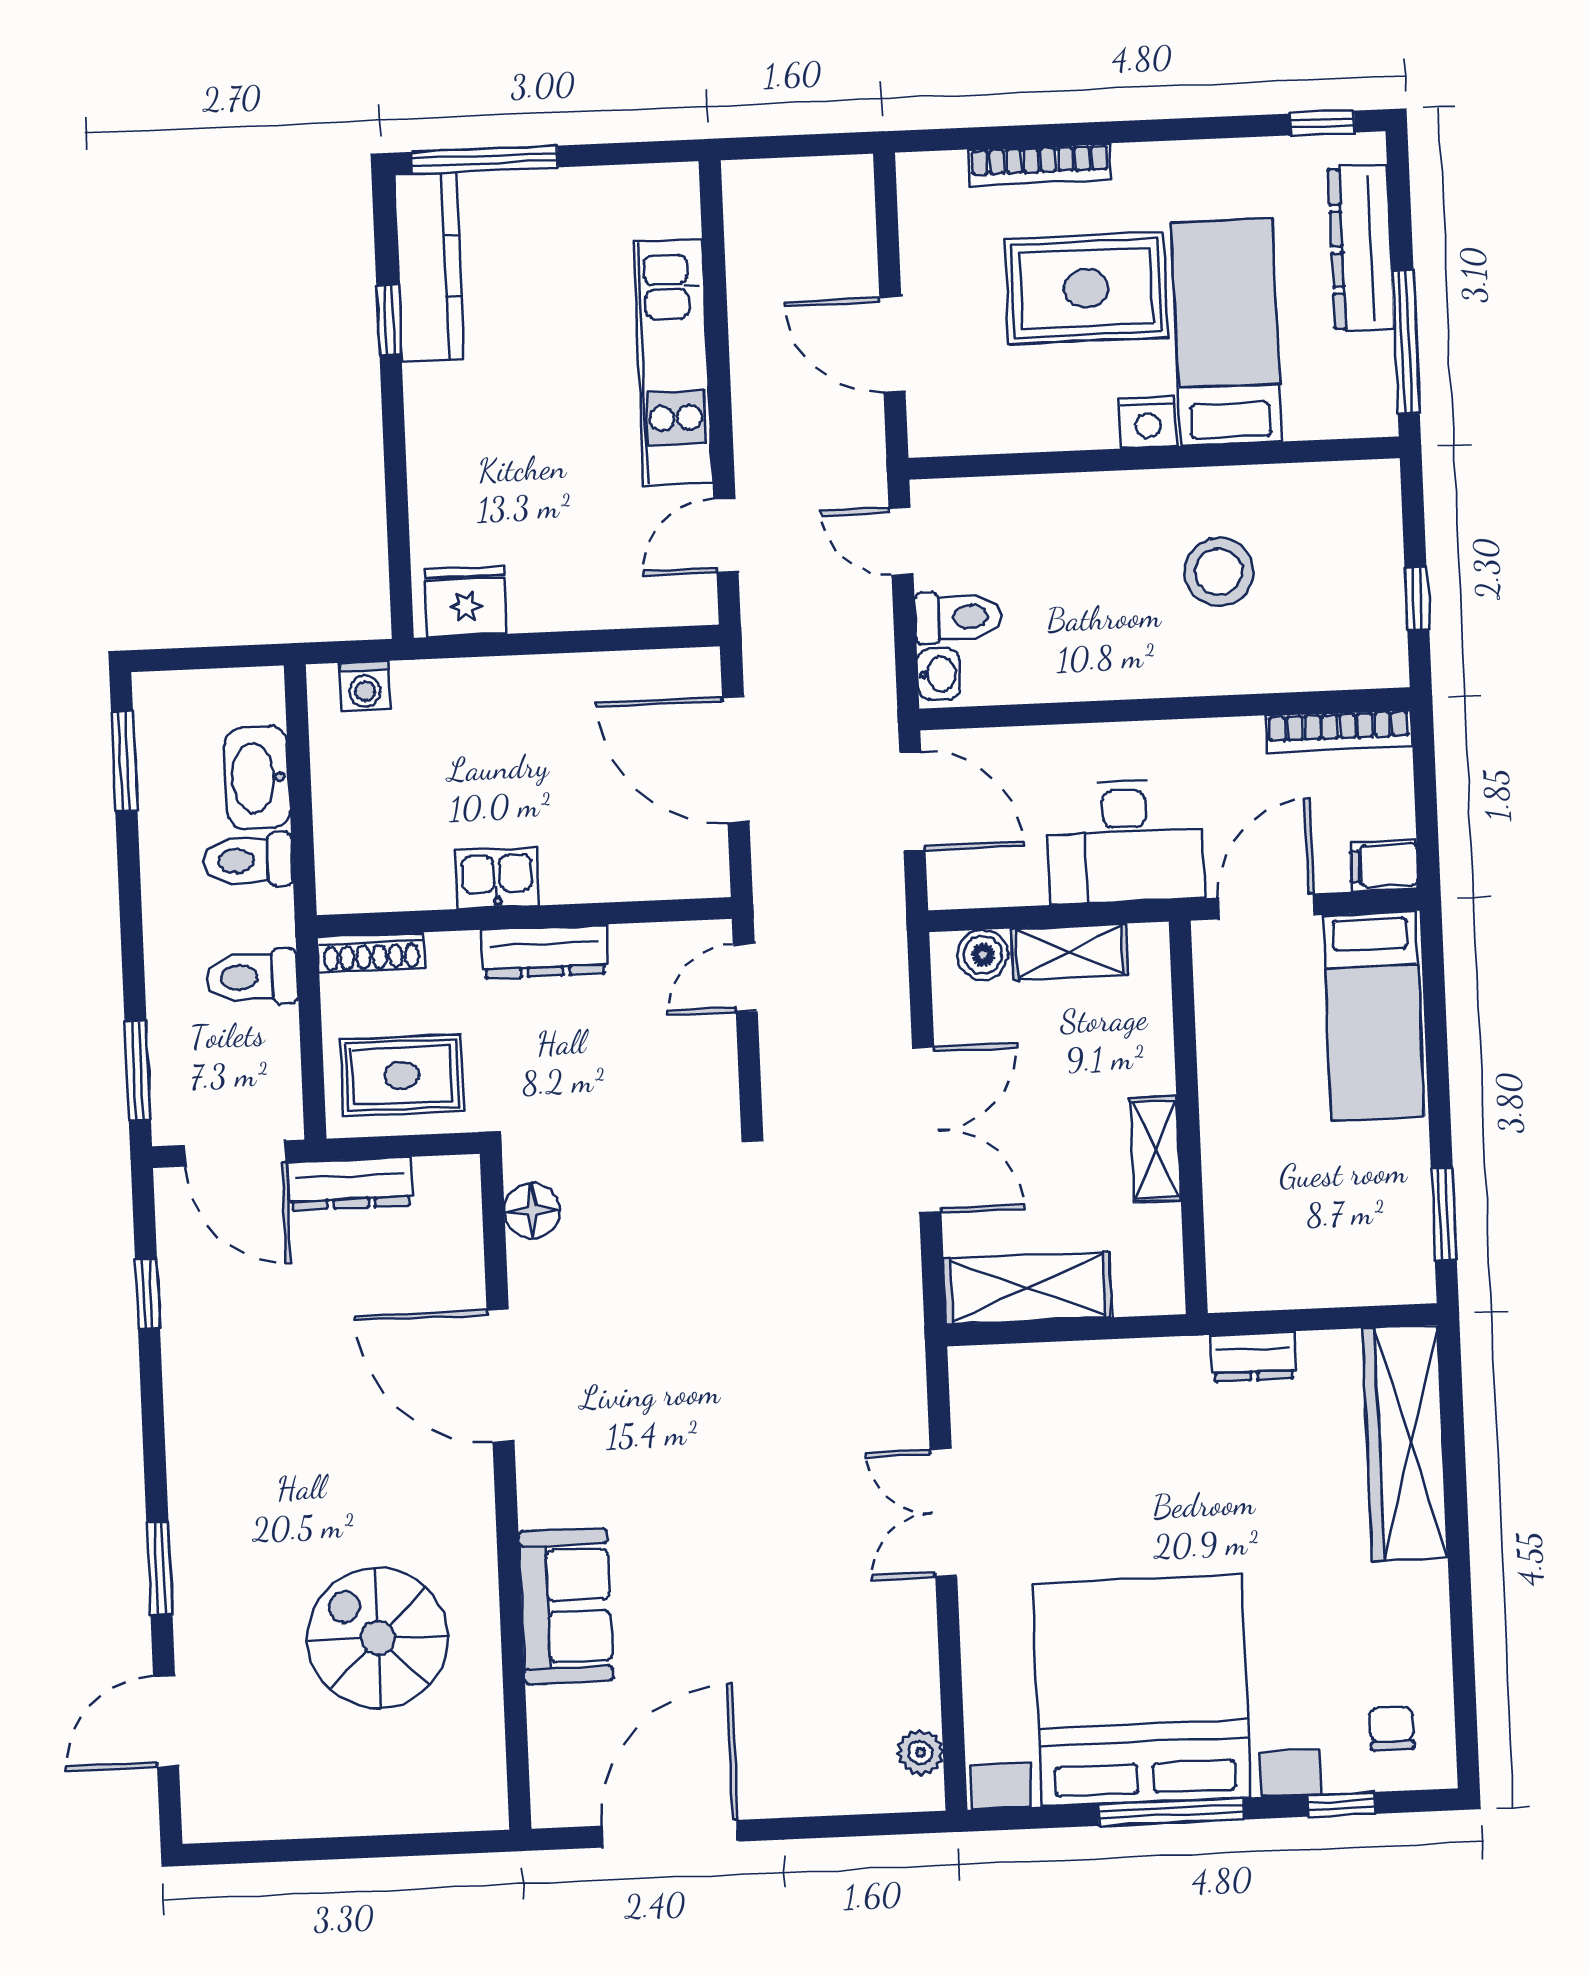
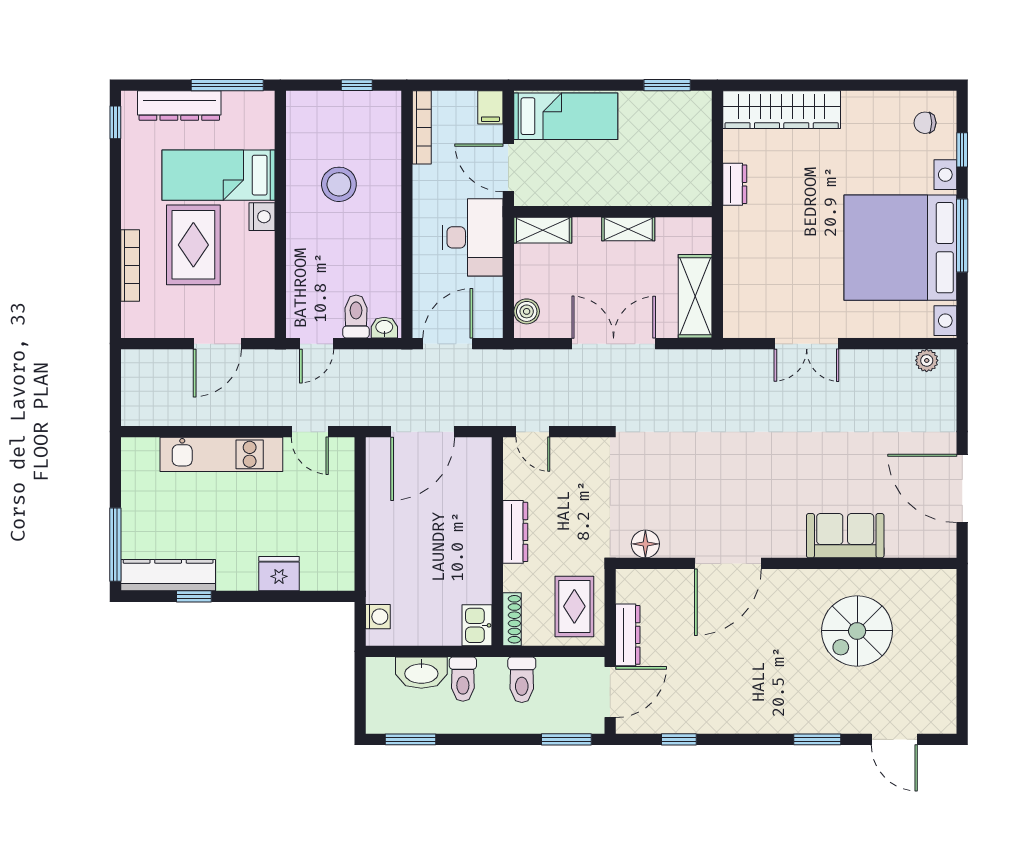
fridge: (465, 601) -> (279, 574), moved, turned 90
kitchen sink: (497, 878) -> (477, 625), moved
shelving: (1070, 952) -> (543, 230), moved, turned 90

